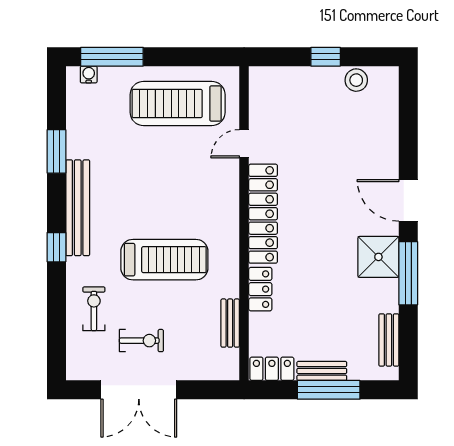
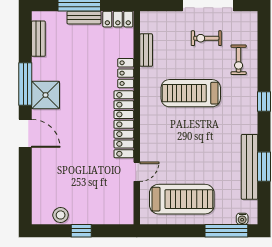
bench: (78, 208) -> (250, 167), moved

